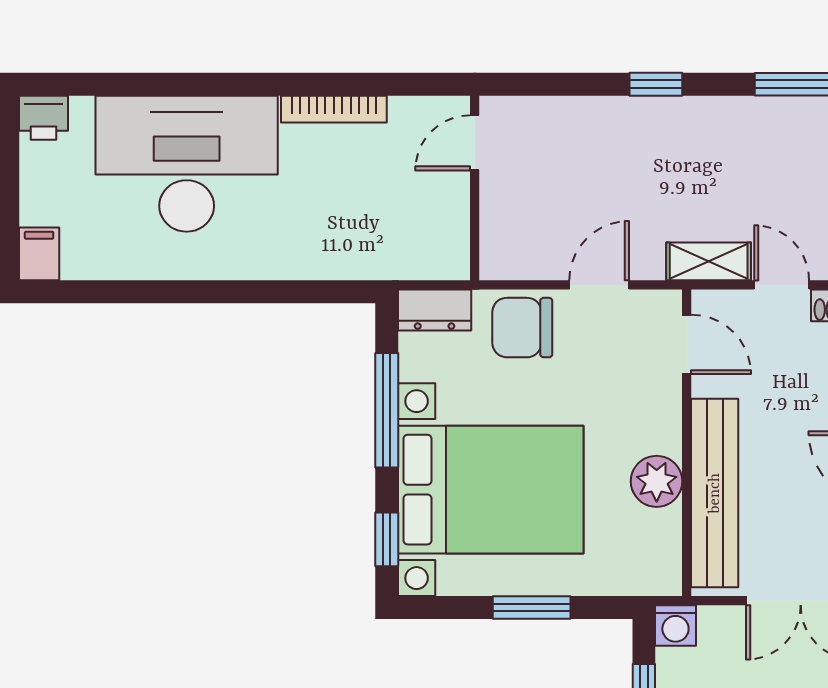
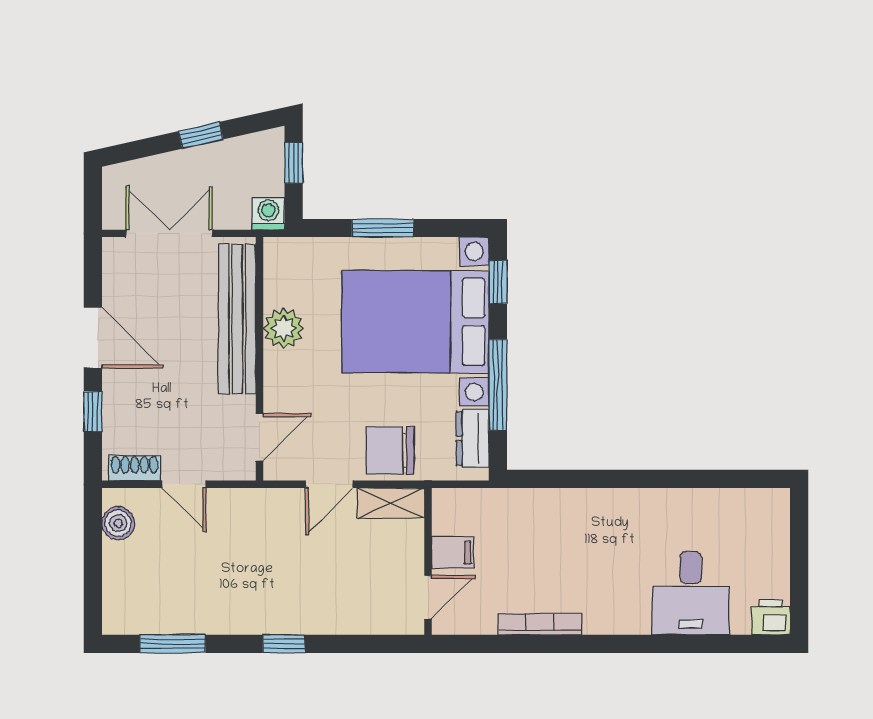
desk: (187, 164) -> (691, 593), width x0.53, depth x0.77
filing cabinet: (39, 254) -> (453, 553), moved, turned -90
shelving: (709, 261) -> (391, 503), moved
dresser: (435, 310) -> (473, 438), moved, turned -90
chair: (522, 328) -> (390, 451), turned 180
door: (687, 344) -> (260, 437), swing flipped

